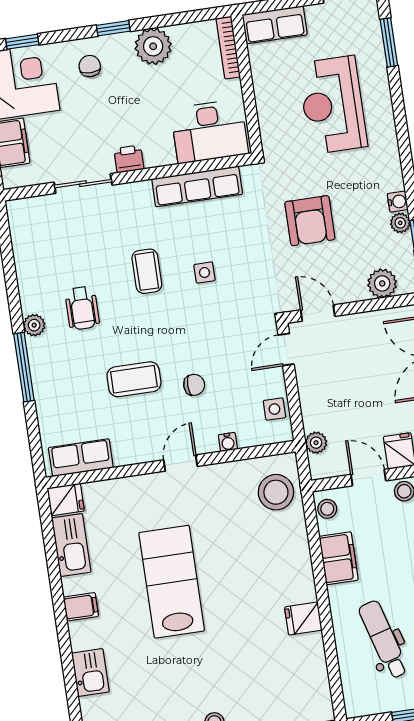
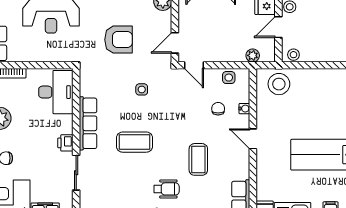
row of seats: (197, 186) -> (88, 123), moved
coffee table: (147, 271) -> (134, 142), width x1.36, depth x1.30
side table: (204, 273) -> (142, 89), moved
wheelchair: (82, 308) -> (166, 189), moved
chair: (194, 385) -> (218, 109), moved
filing cabinet: (339, 558) -> (324, 52), removed

